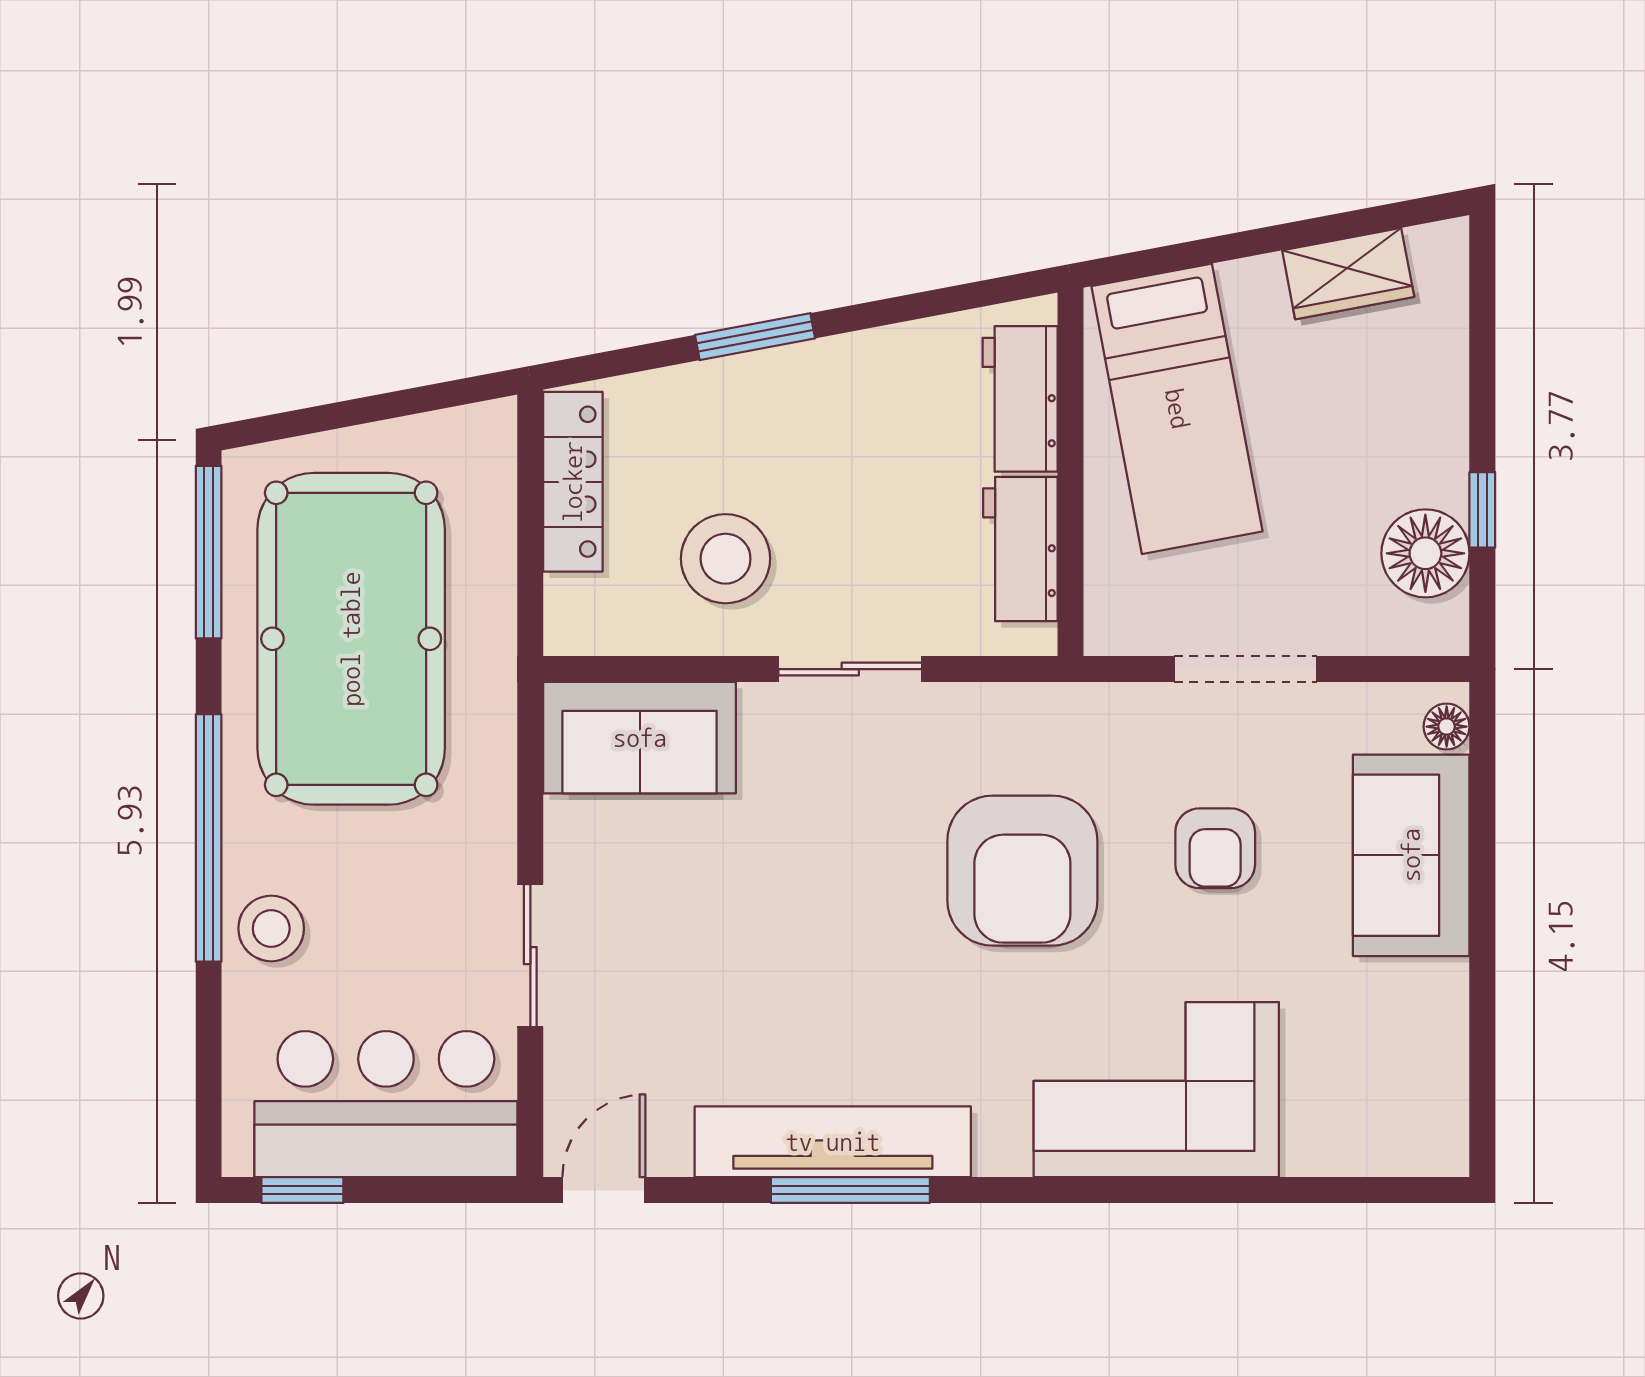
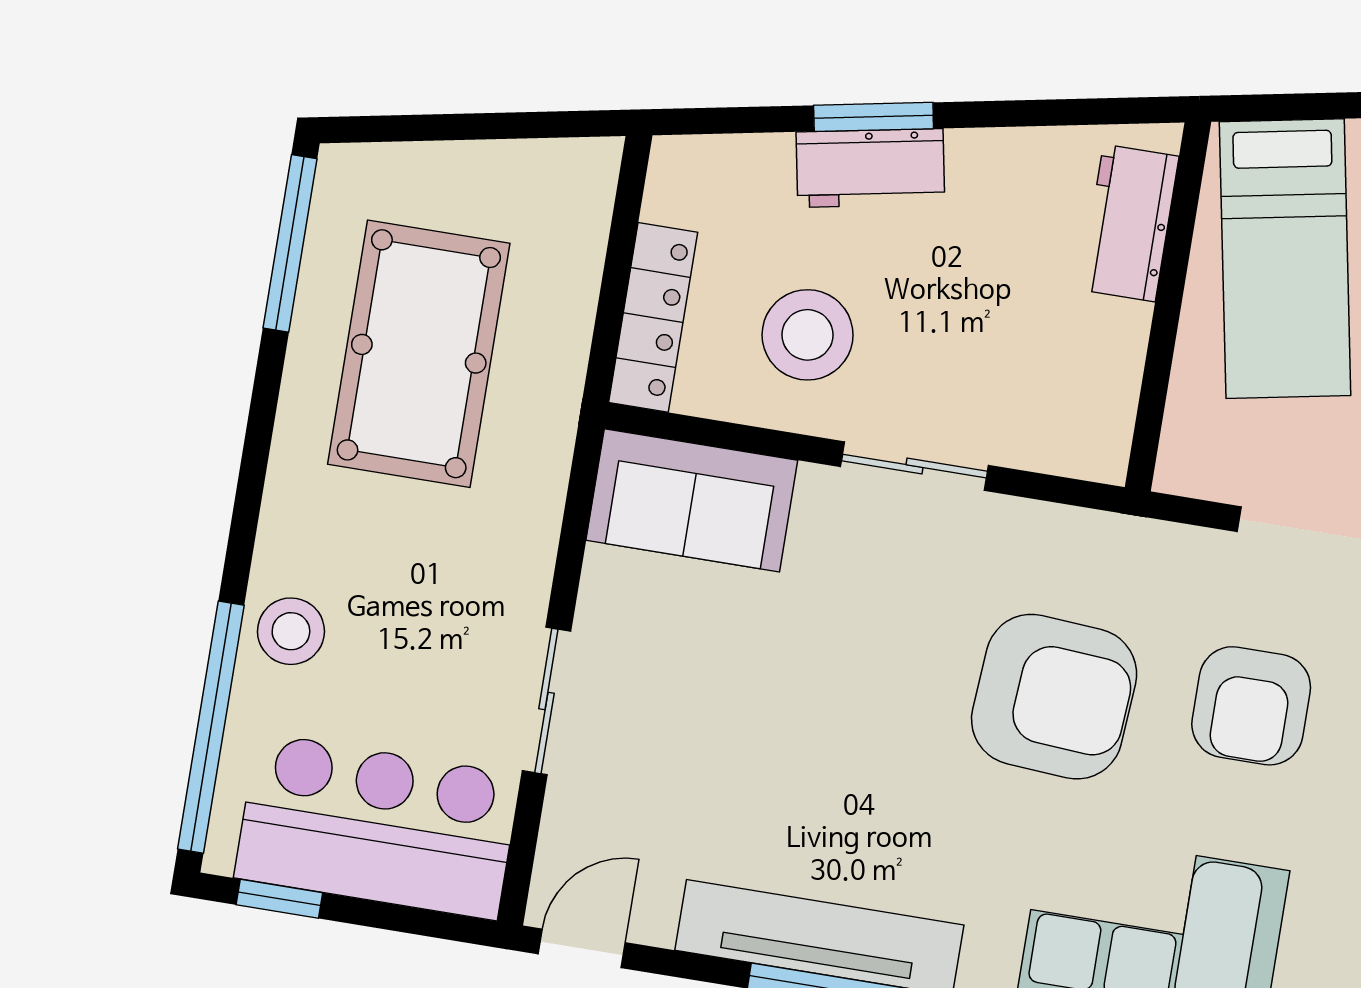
locker: (573, 482) -> (653, 317), moved
workbench: (1020, 549) -> (870, 168), moved, turned -101
pool table: (351, 639) -> (419, 354), width x0.73, depth x0.76
window: (209, 838) -> (211, 727), moved
armchair: (1215, 848) -> (1251, 706), width x1.38, depth x1.38
armchair: (1022, 871) -> (1054, 697), turned -86

